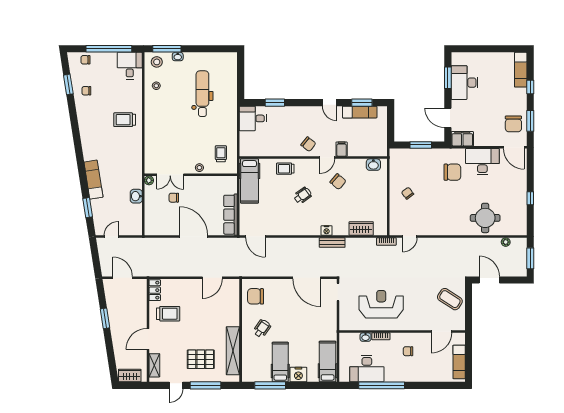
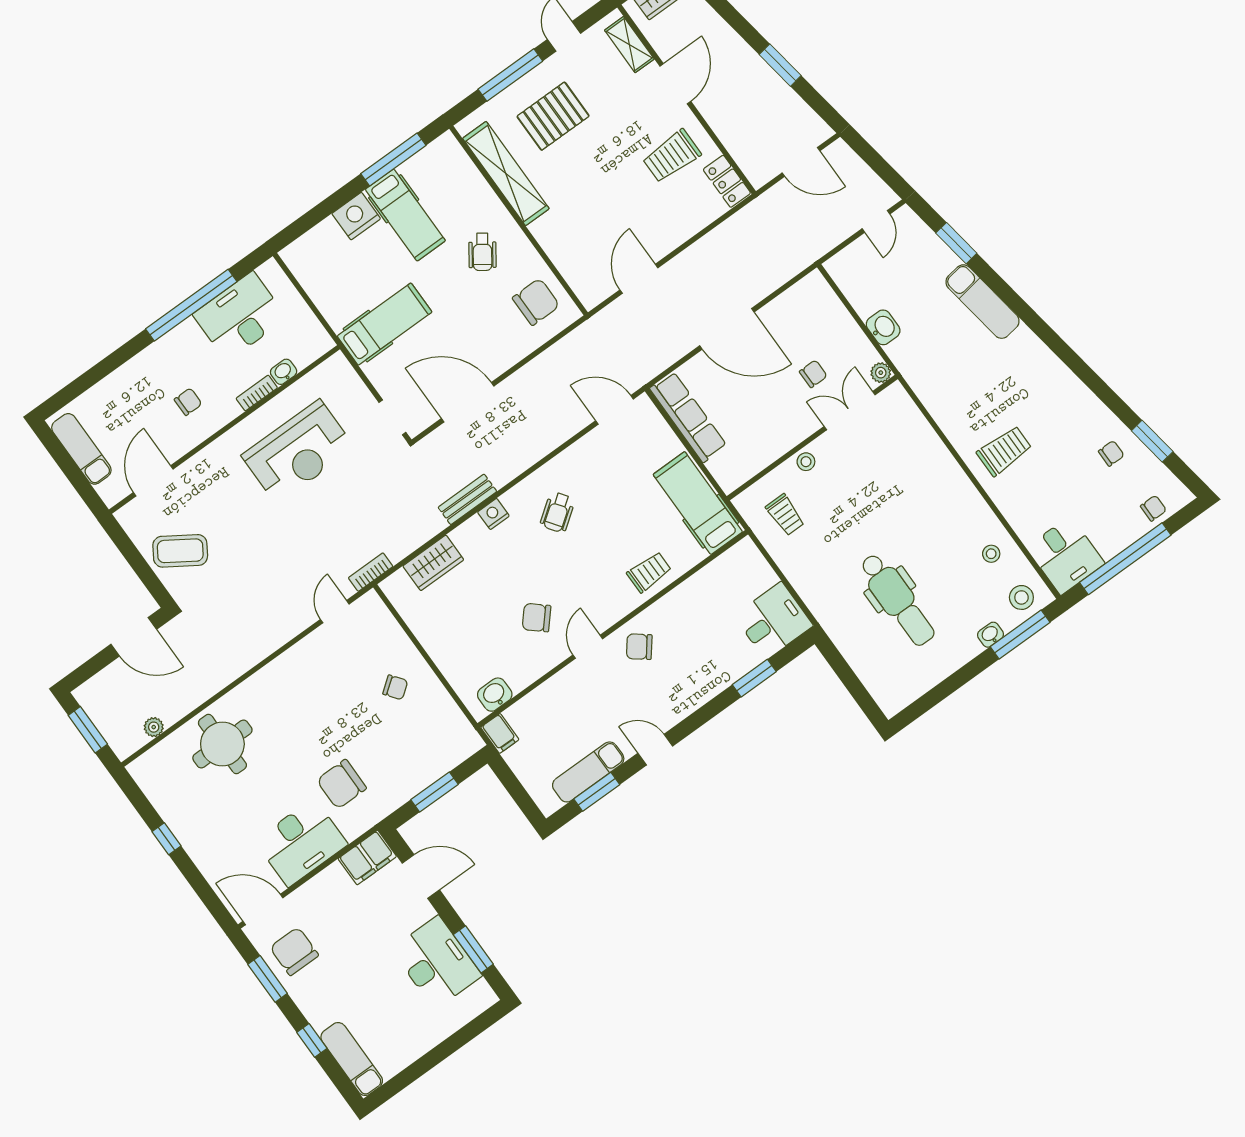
filing cabinet: (342, 149) -> (500, 733), moved
wheelchair: (303, 195) -> (558, 512), moved
hospital bed: (328, 362) -> (385, 324), moved, turned -90

